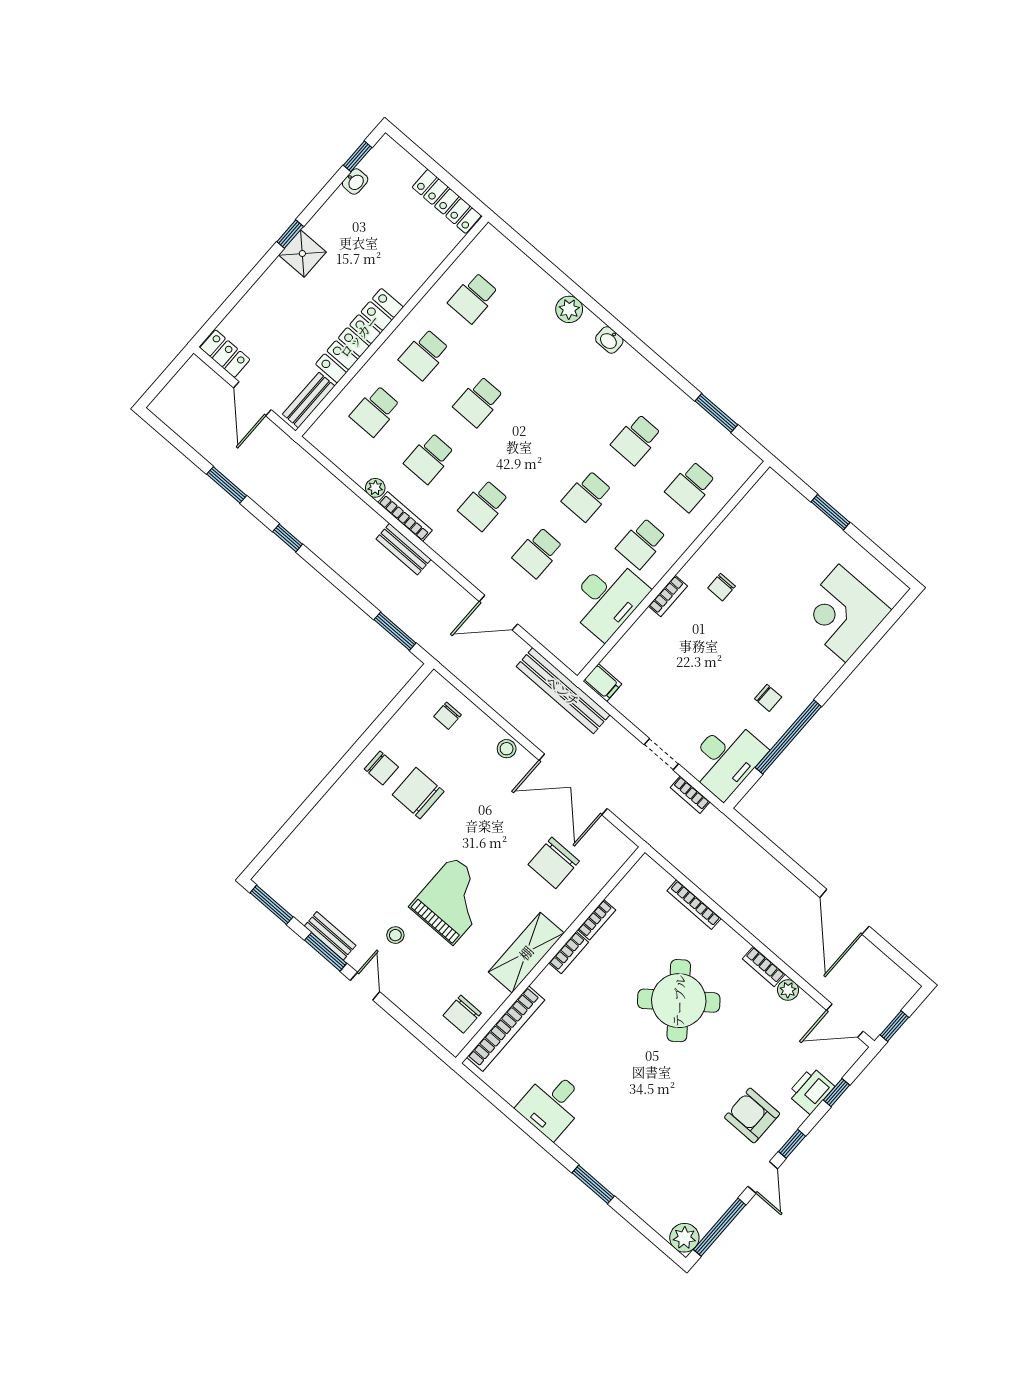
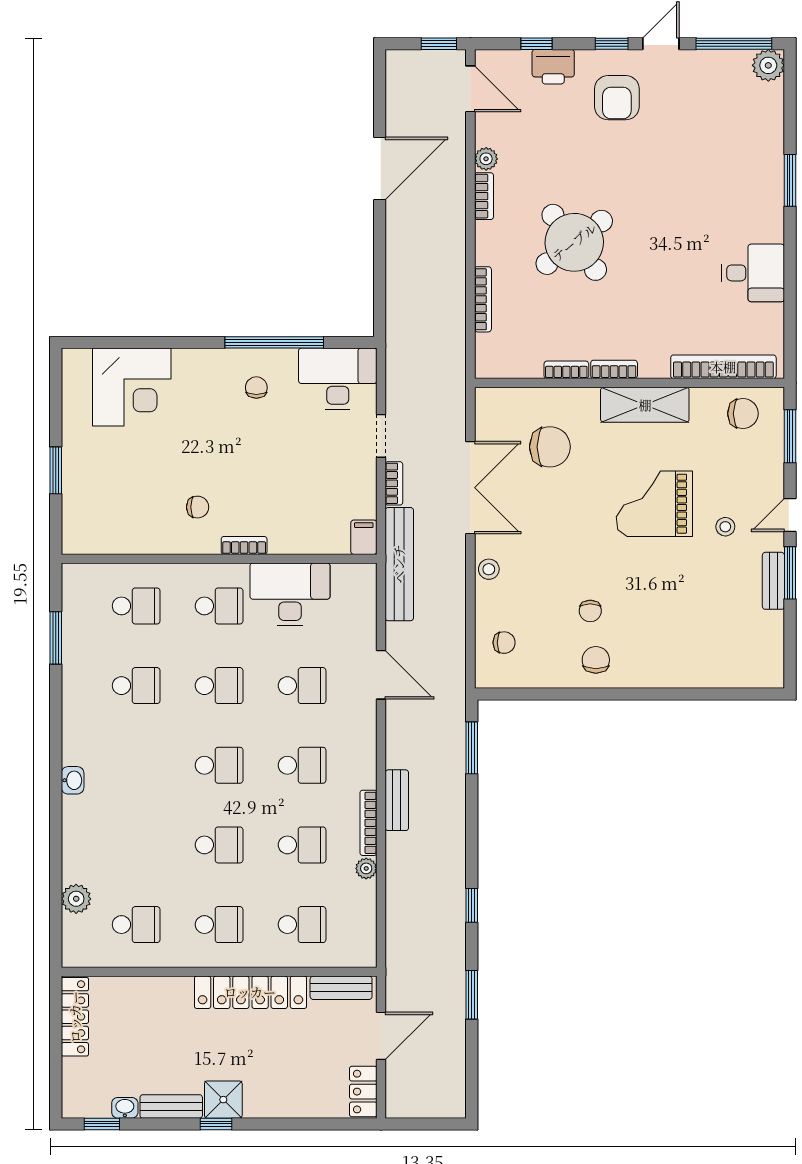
bench: (329, 214) -> (171, 1106), added
plant: (569, 309) -> (76, 899), moved
school desk: (533, 449) -> (219, 765), added
chair: (418, 793) -> (590, 611), width x0.54, depth x0.54
bookcase: (690, 795) -> (394, 483), moved
window: (272, 905) -> (790, 436), moved

